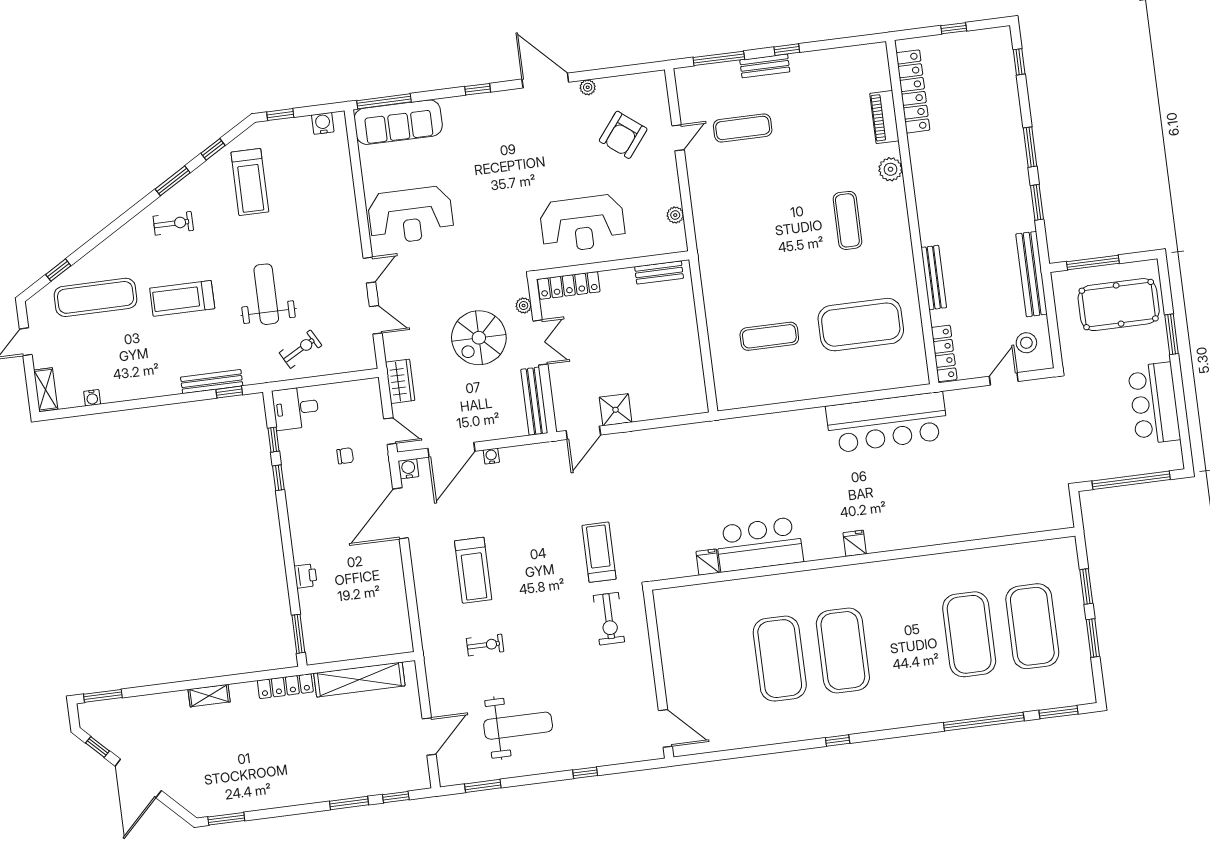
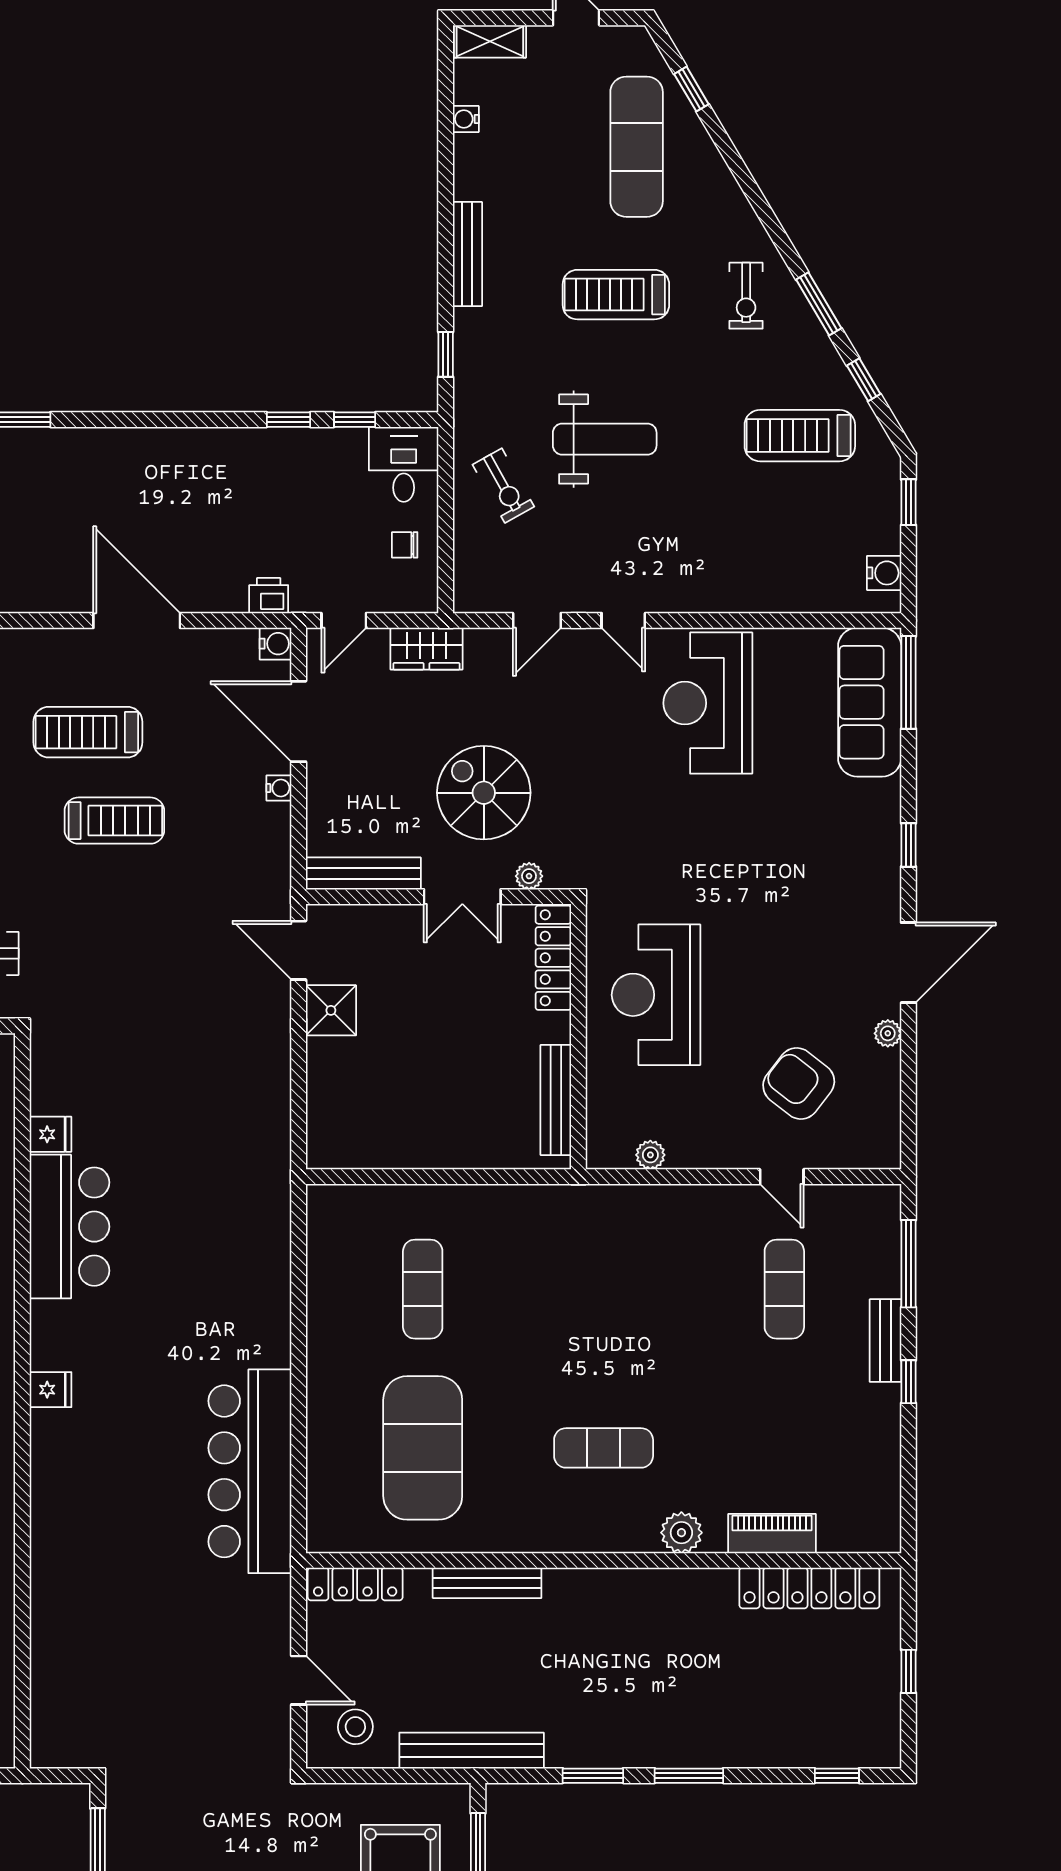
bench: (659, 272) -> (556, 1100), width x1.36
treadmill: (182, 298) -> (616, 295), turned -90
bench: (212, 382) -> (467, 254), moved
chair: (345, 456) -> (405, 545), moved, turned 91
door: (401, 513) -> (137, 621), moved
treadmill: (599, 552) -> (114, 821), moved
printer: (306, 576) -> (269, 596), moved, turned 180

